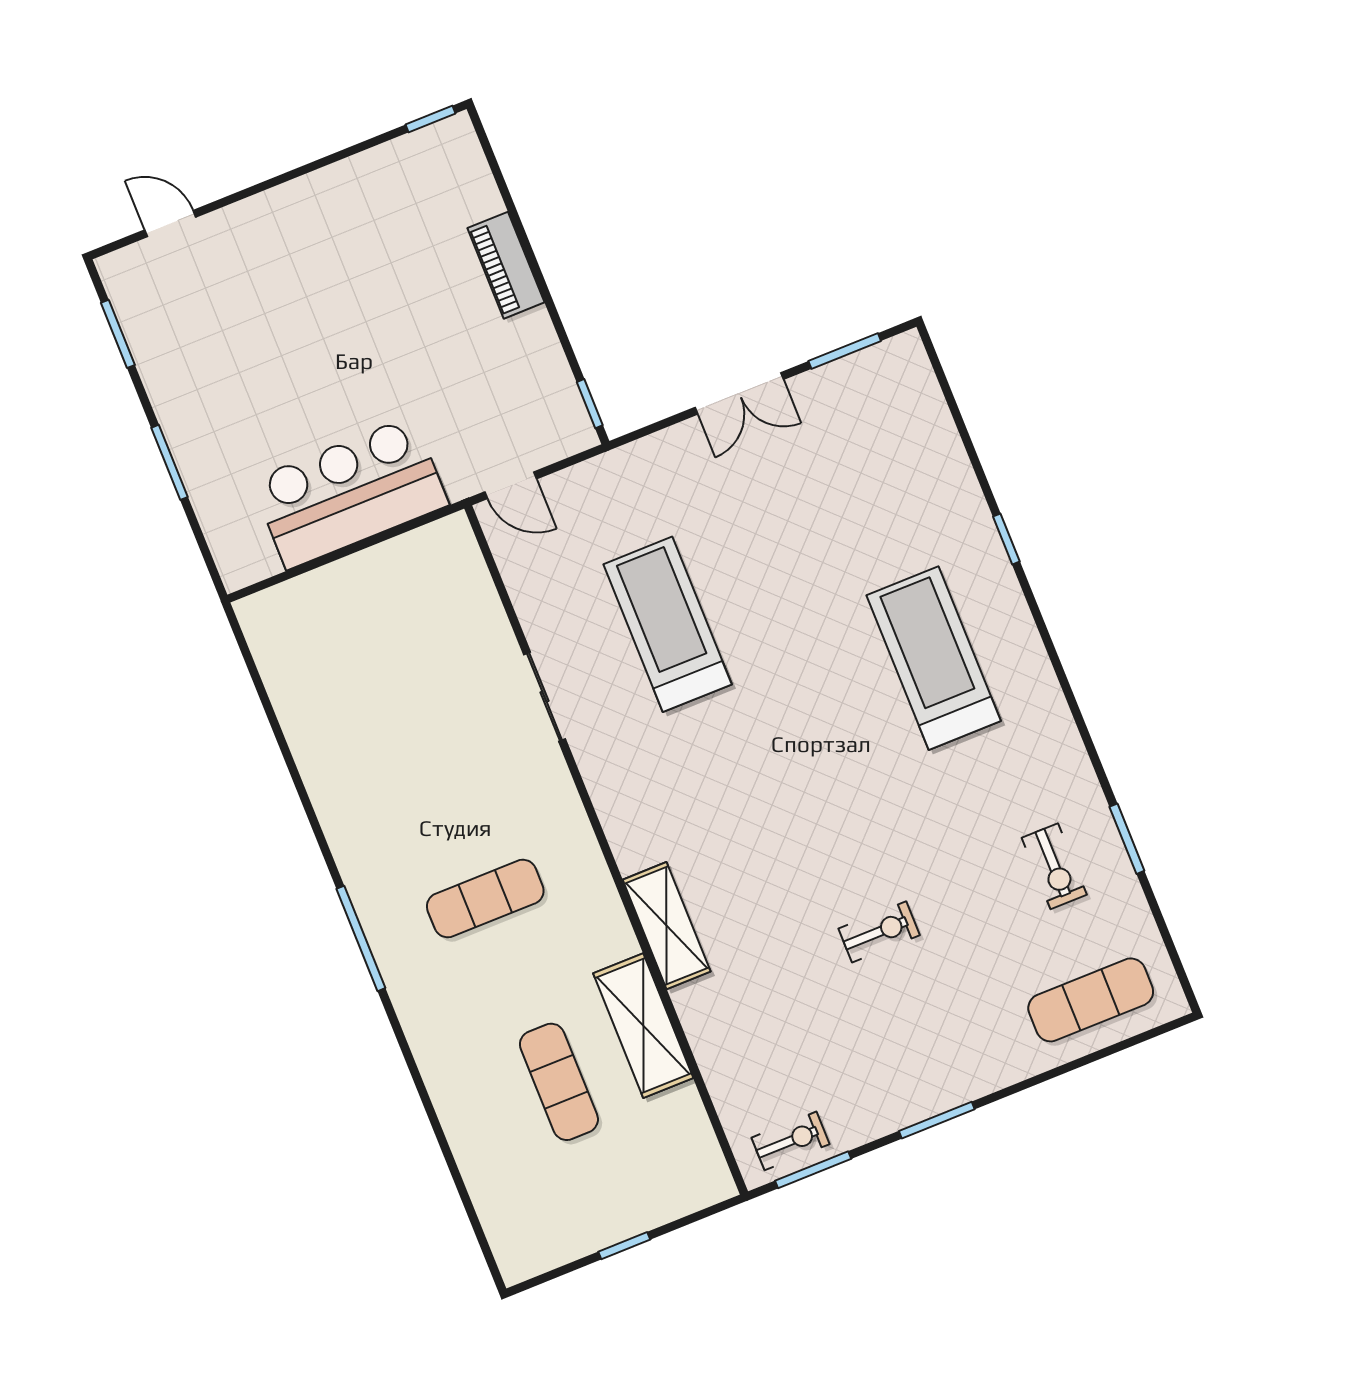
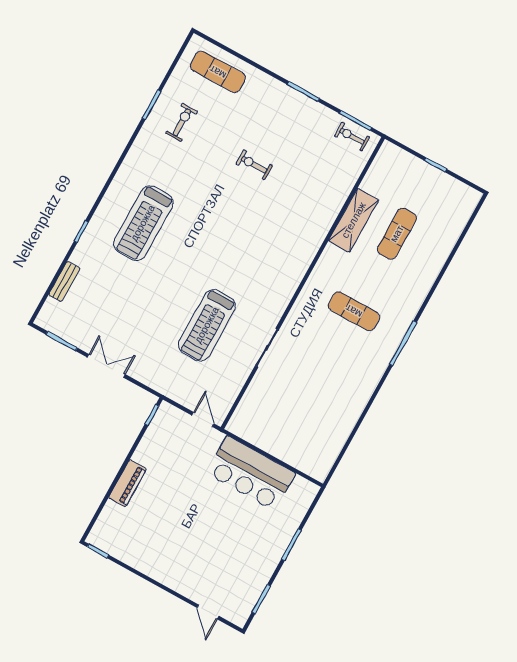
bench: (944, 440) -> (64, 281), added
shelving: (667, 926) -> (312, 241), removed

